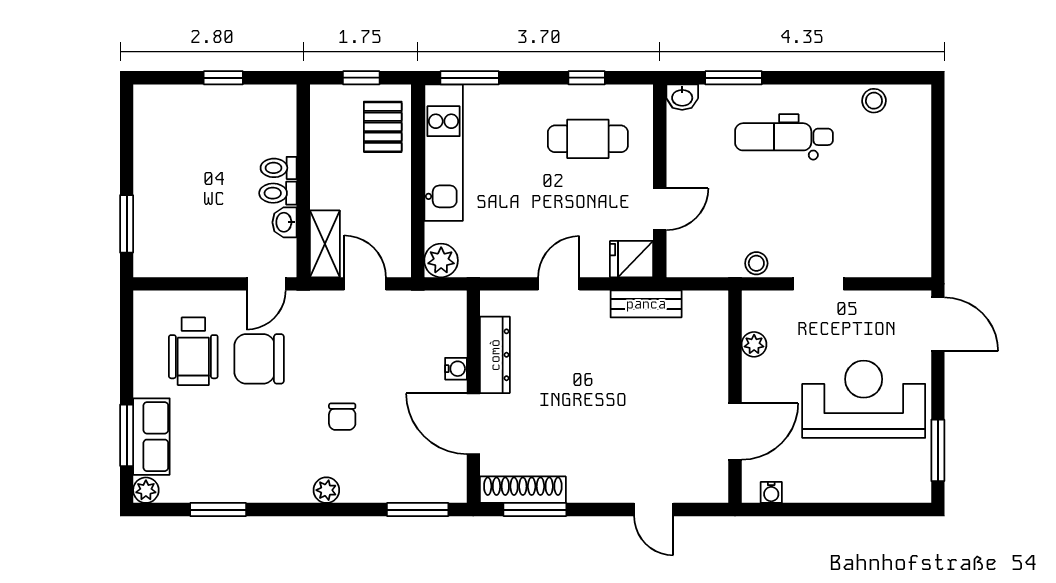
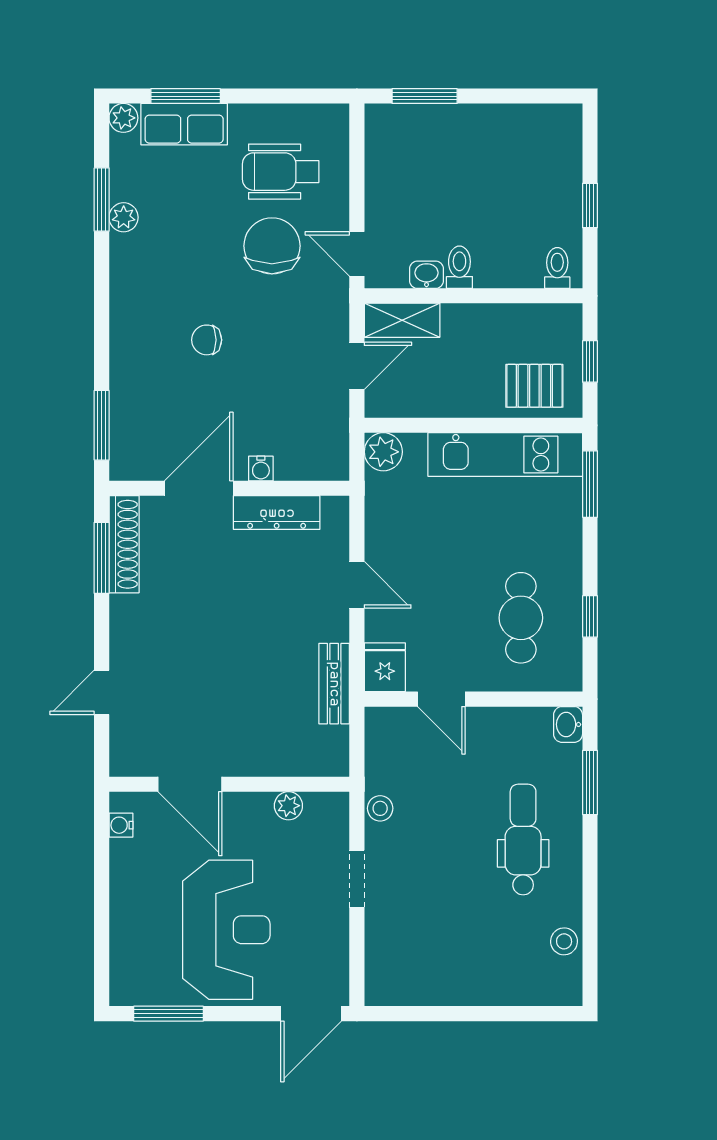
toilet: (279, 168) -> (557, 268), moved
plant: (326, 490) -> (124, 217), moved

